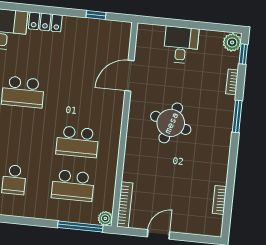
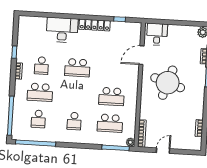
locker: (45, 22) -> (95, 25), width x1.53
desk: (181, 45) -> (157, 34), moved
round table: (171, 123) -> (168, 83), width x1.36, depth x1.36

